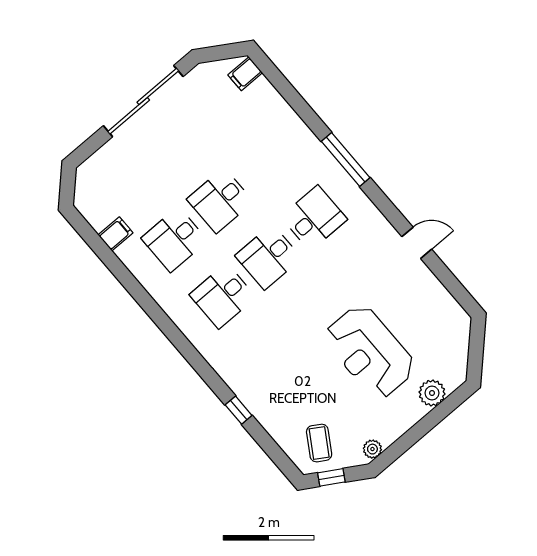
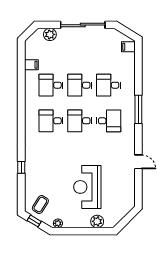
plant: (104, 161) -> (50, 34), added
desk: (266, 161) -> (109, 85), added

